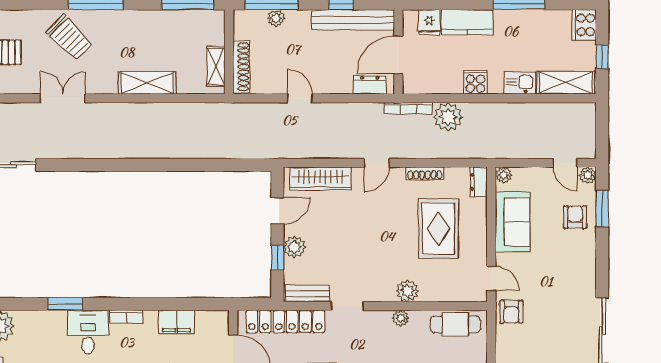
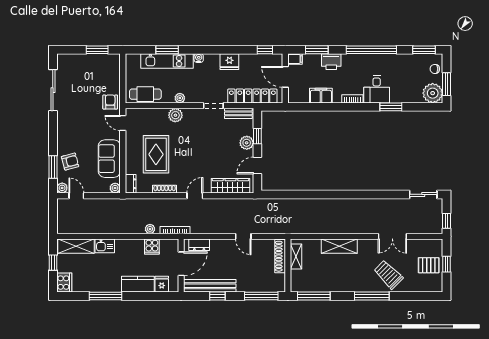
plant: (276, 18) -> (258, 287), removed
cooker: (475, 82) -> (152, 247), moved
plant: (448, 117) -> (150, 229), width x0.53, depth x0.53
armchair: (575, 217) -> (70, 162), turned -105

